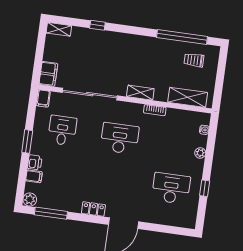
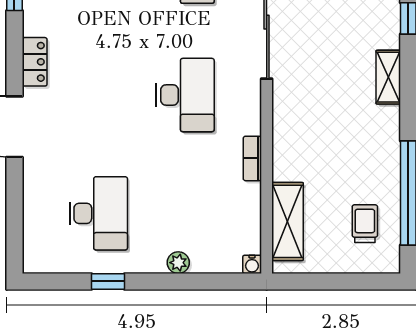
shelving: (140, 93) -> (388, 77), moved
water cooler: (204, 130) -> (252, 264), moved

